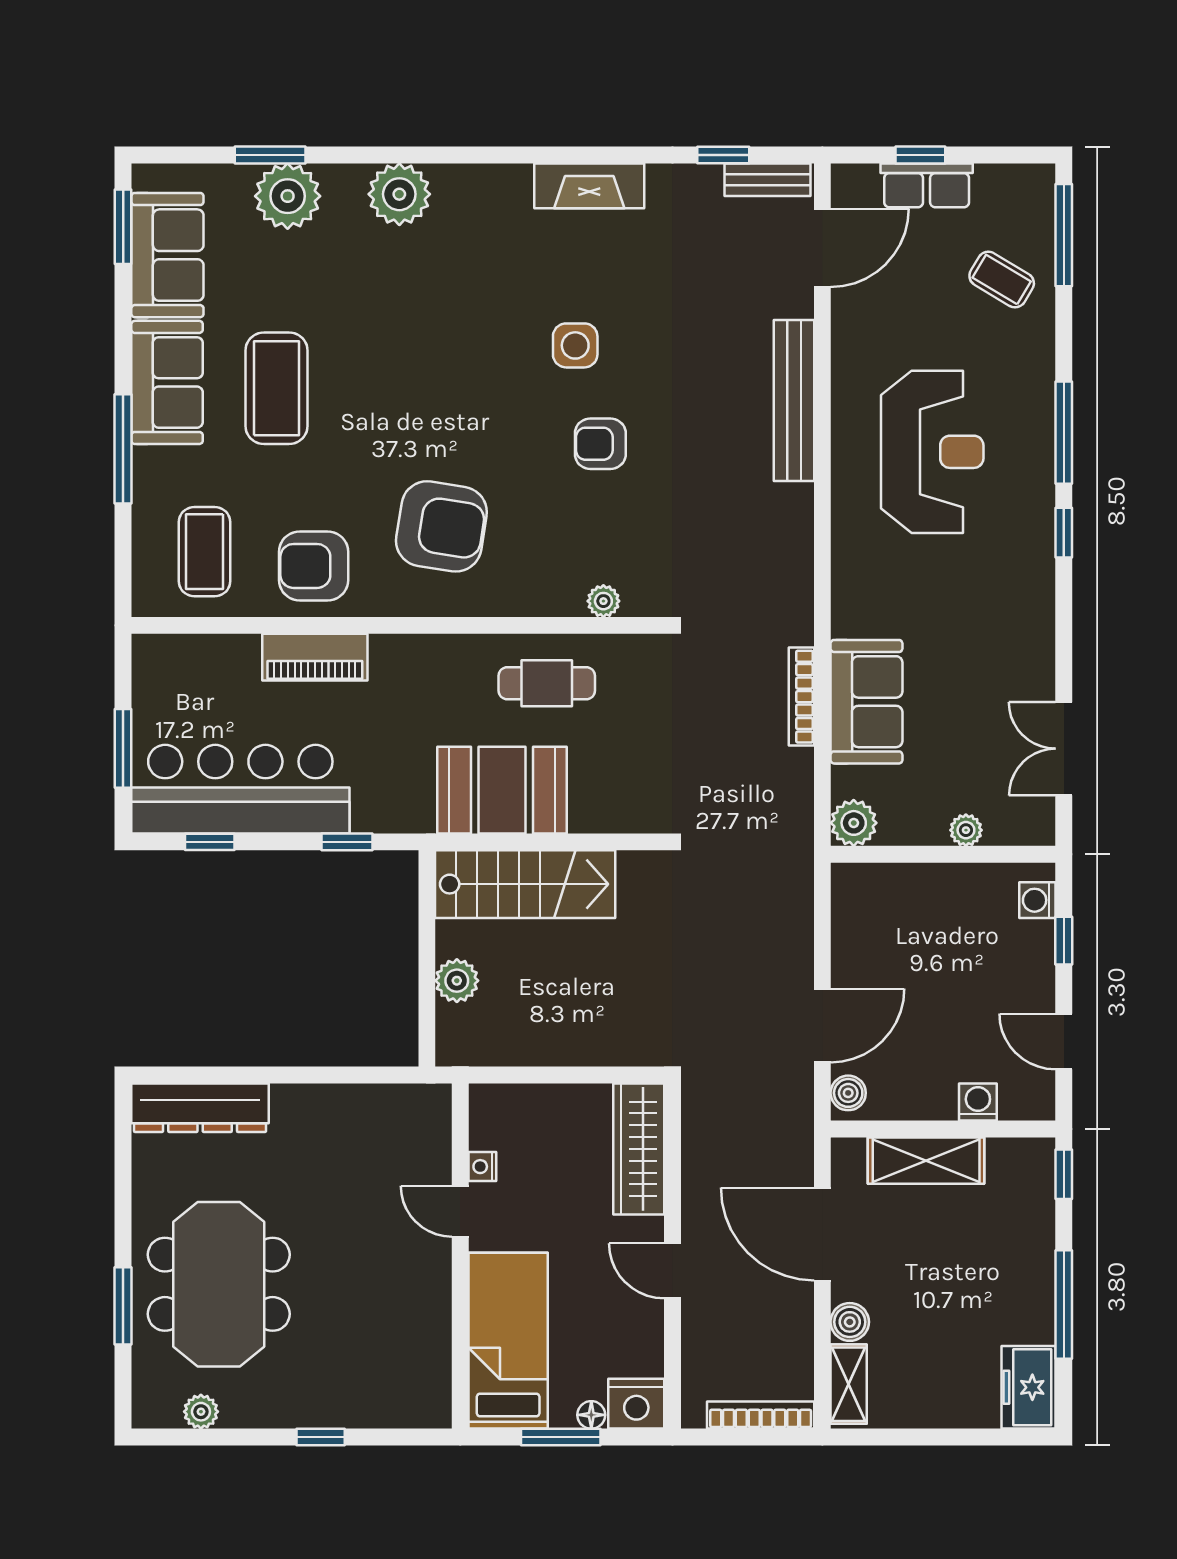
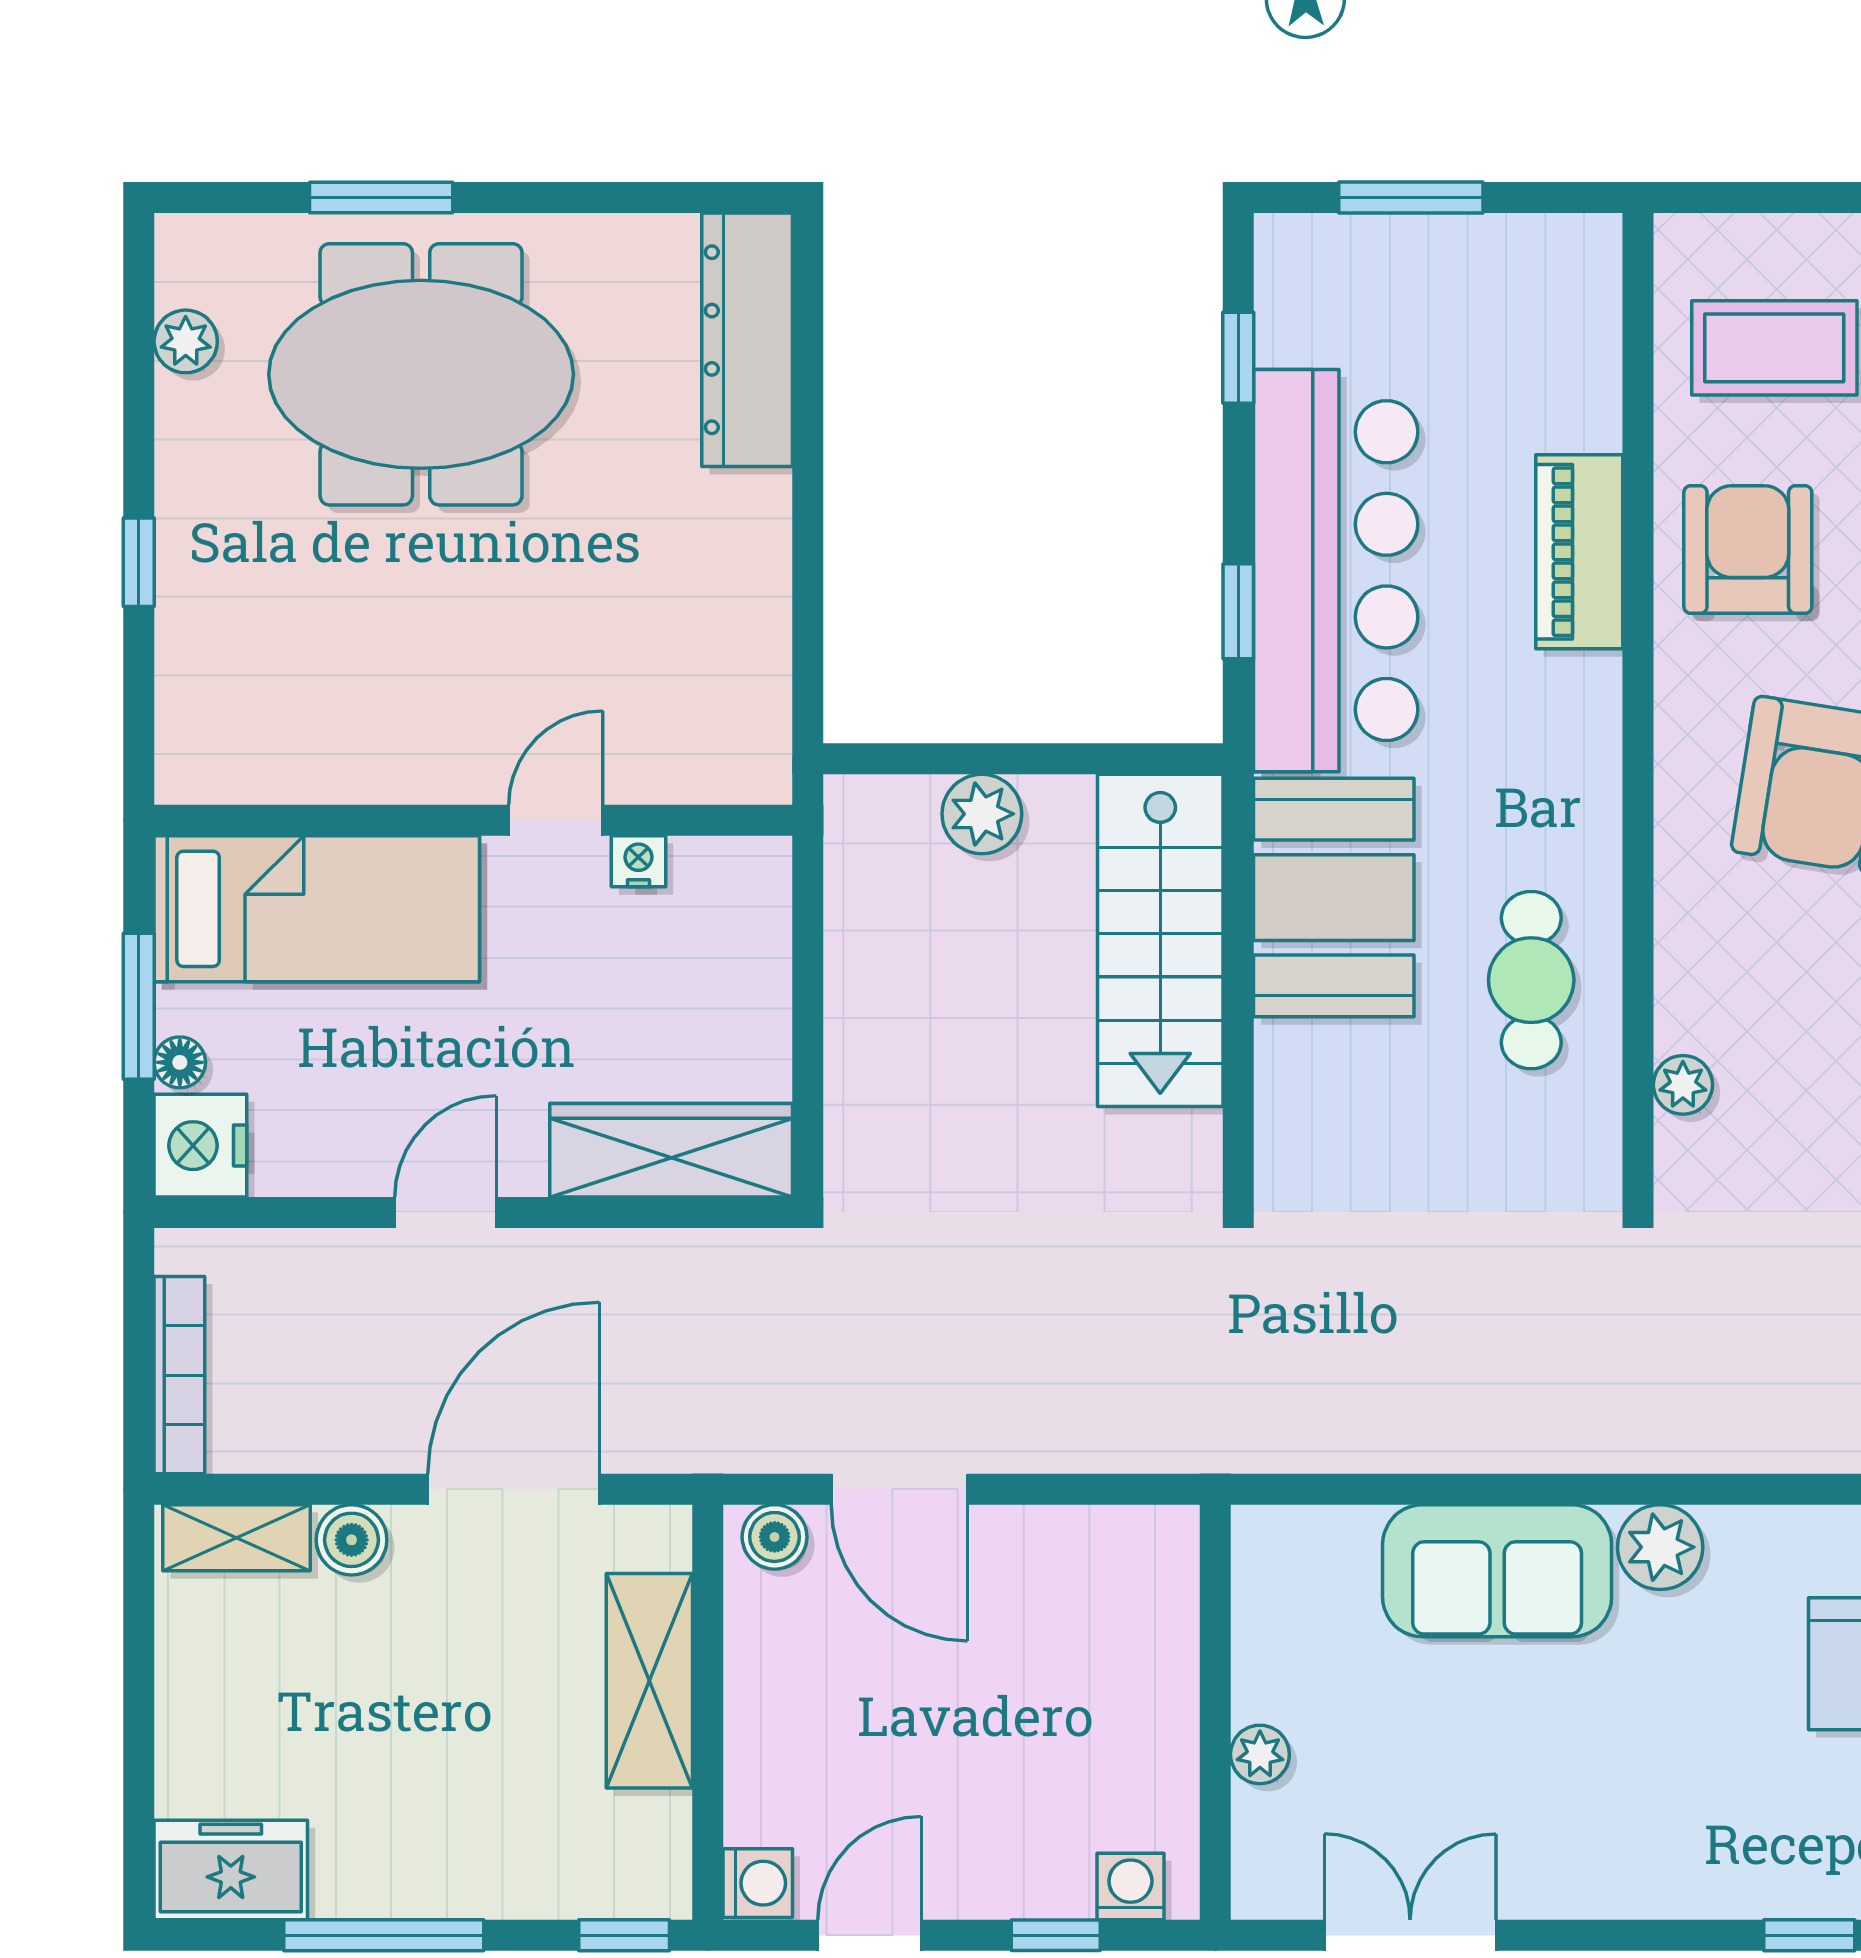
bookcase: (801, 697) -> (1507, 1451), removed
bar counter: (240, 789) -> (1336, 571), moved
plant: (854, 823) -> (1660, 1547), moved
washing machine: (978, 1102) -> (758, 1883), moved

